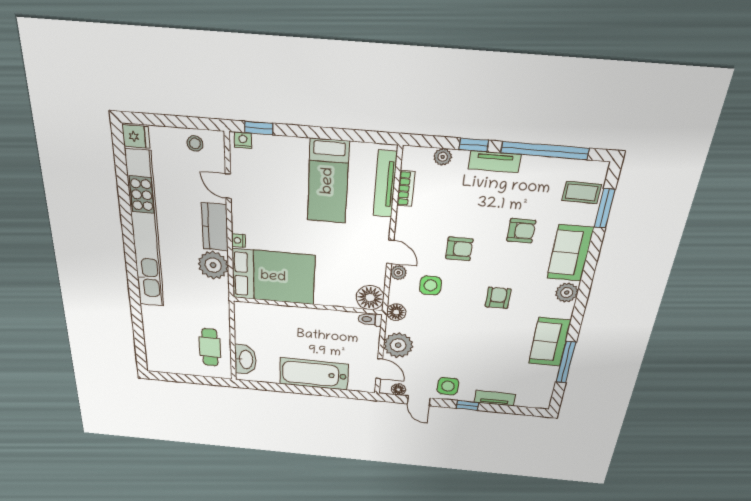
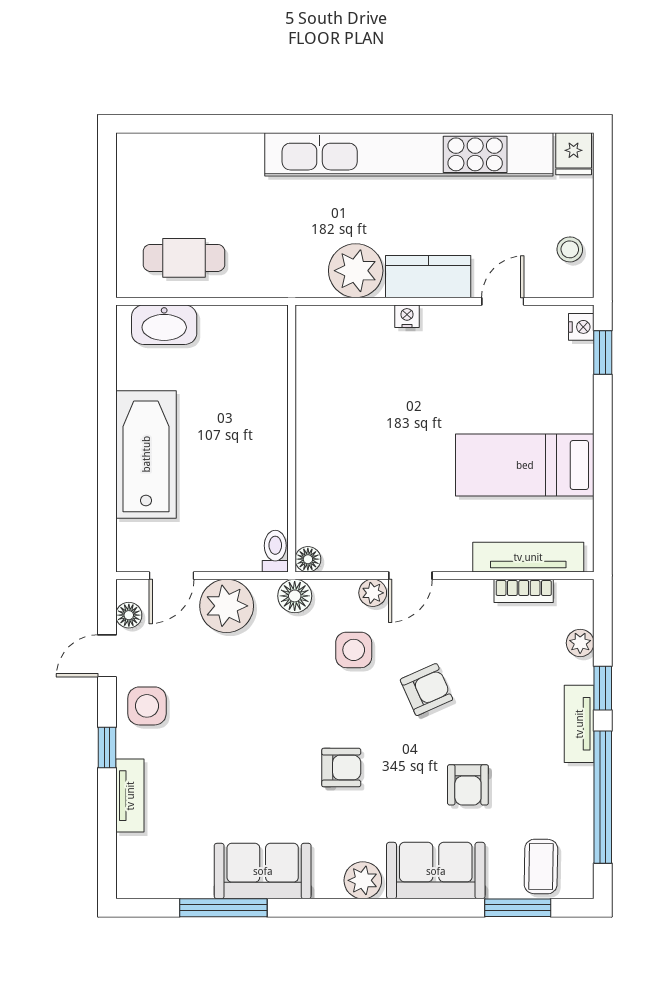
armchair: (459, 249) -> (426, 690), turned -114
bed: (273, 277) -> (344, 377), removed
floor lamp: (370, 298) -> (308, 559), width x0.53, depth x0.53

